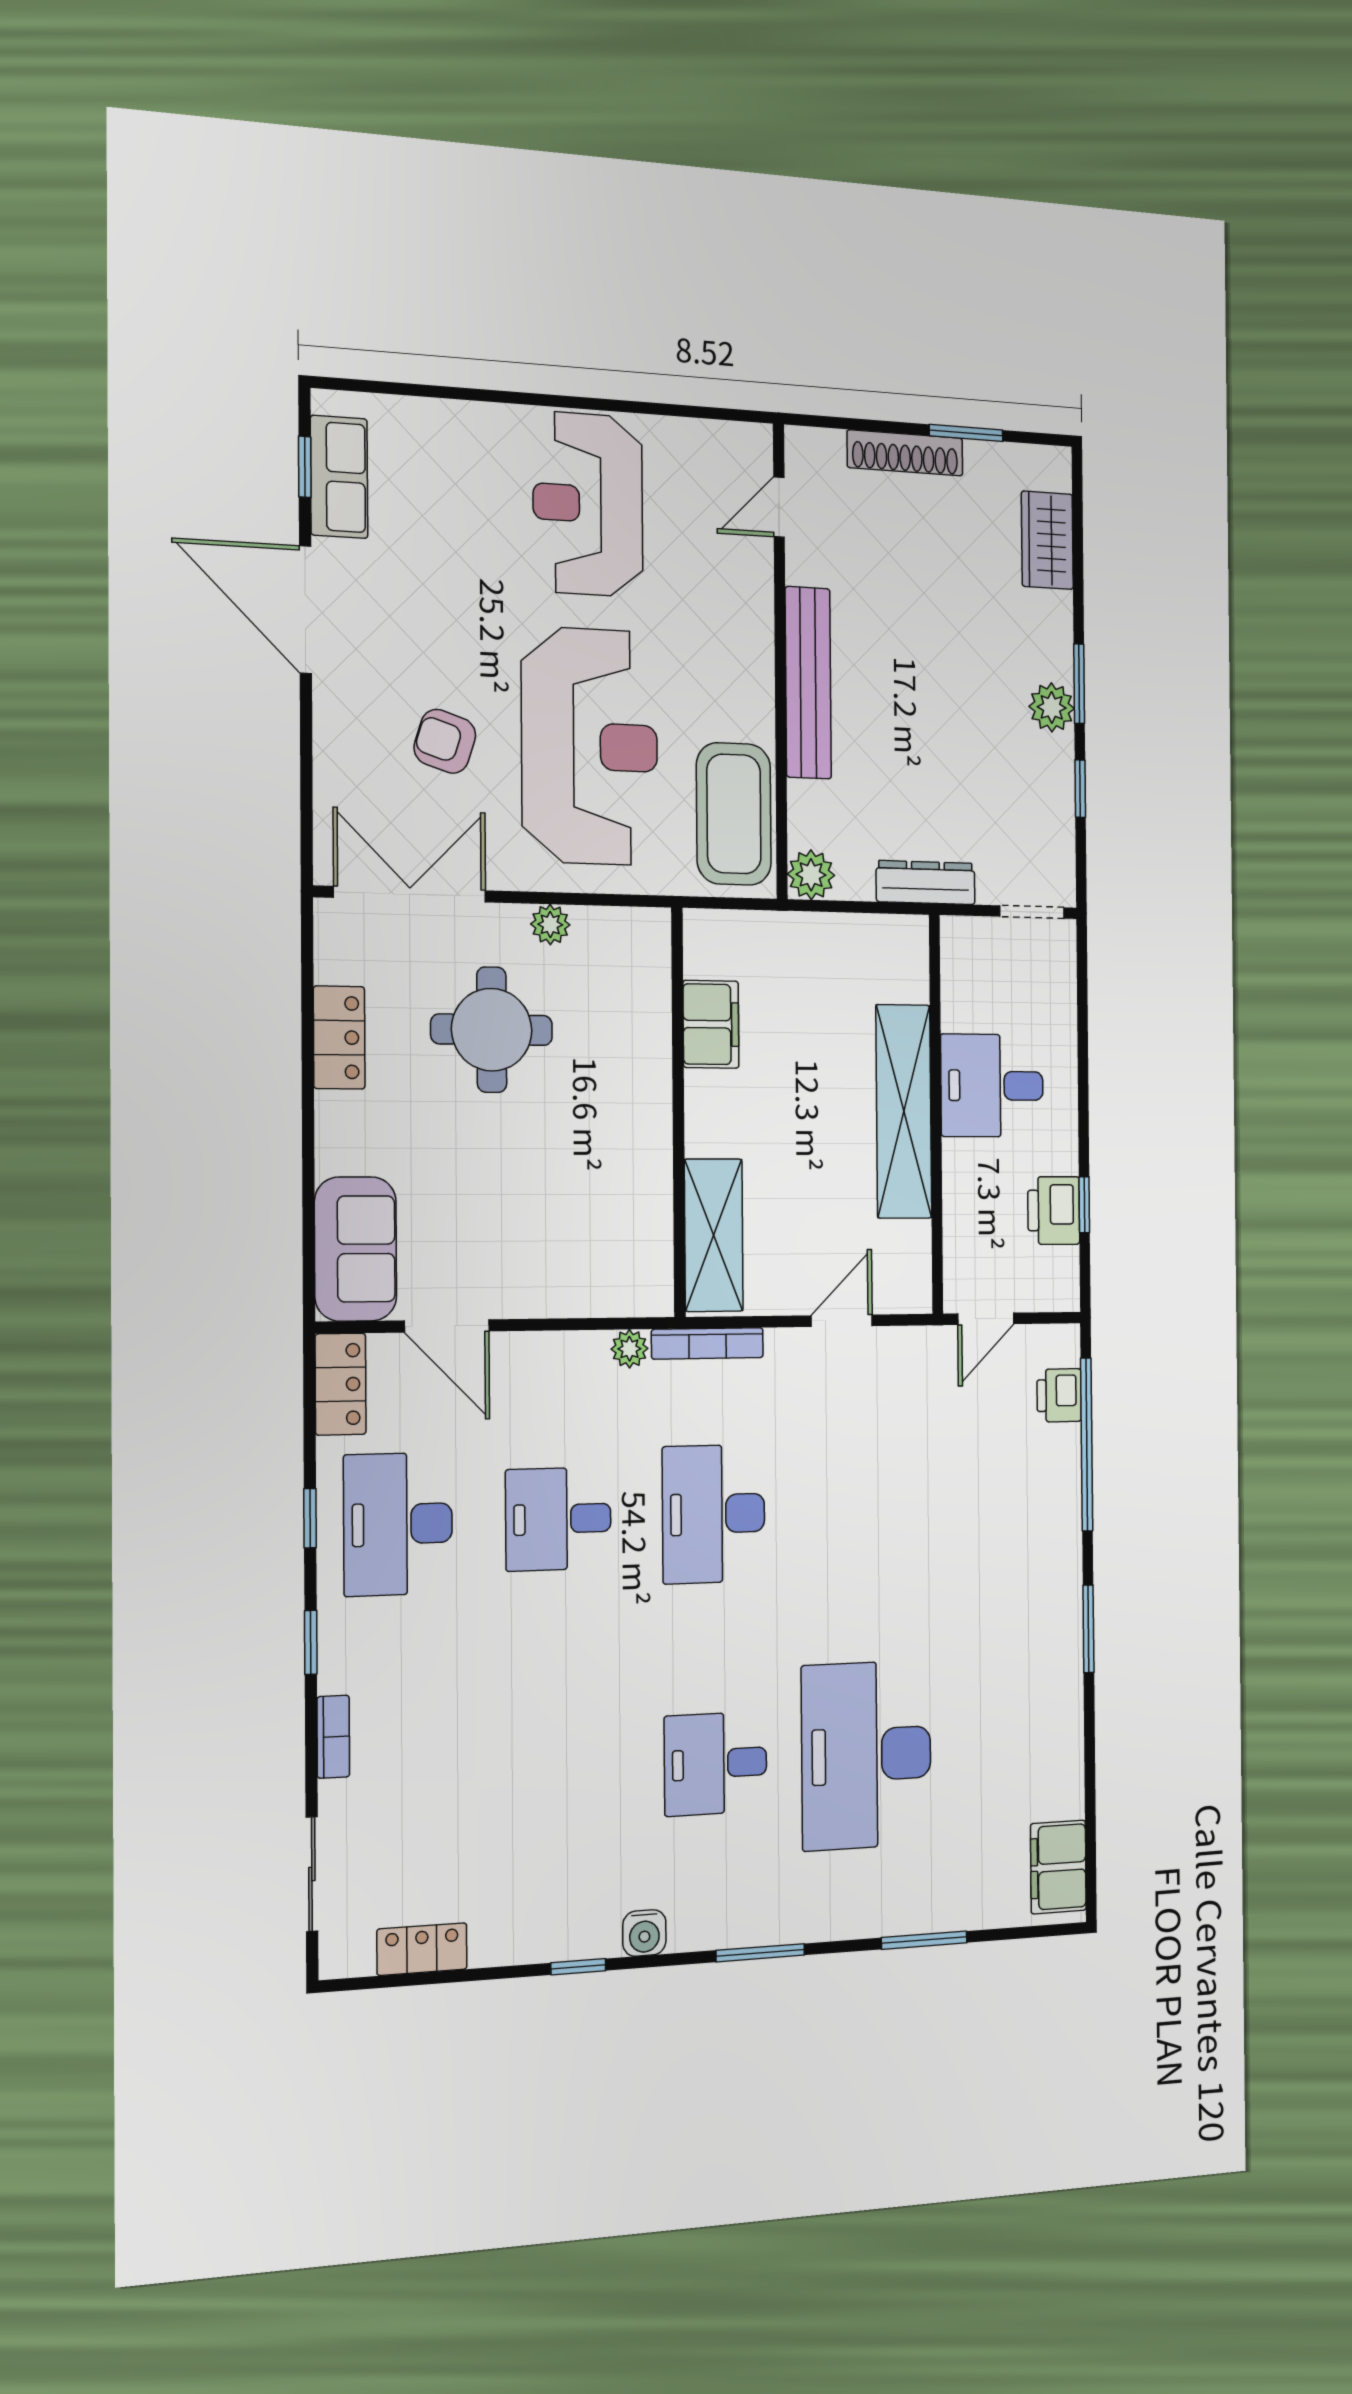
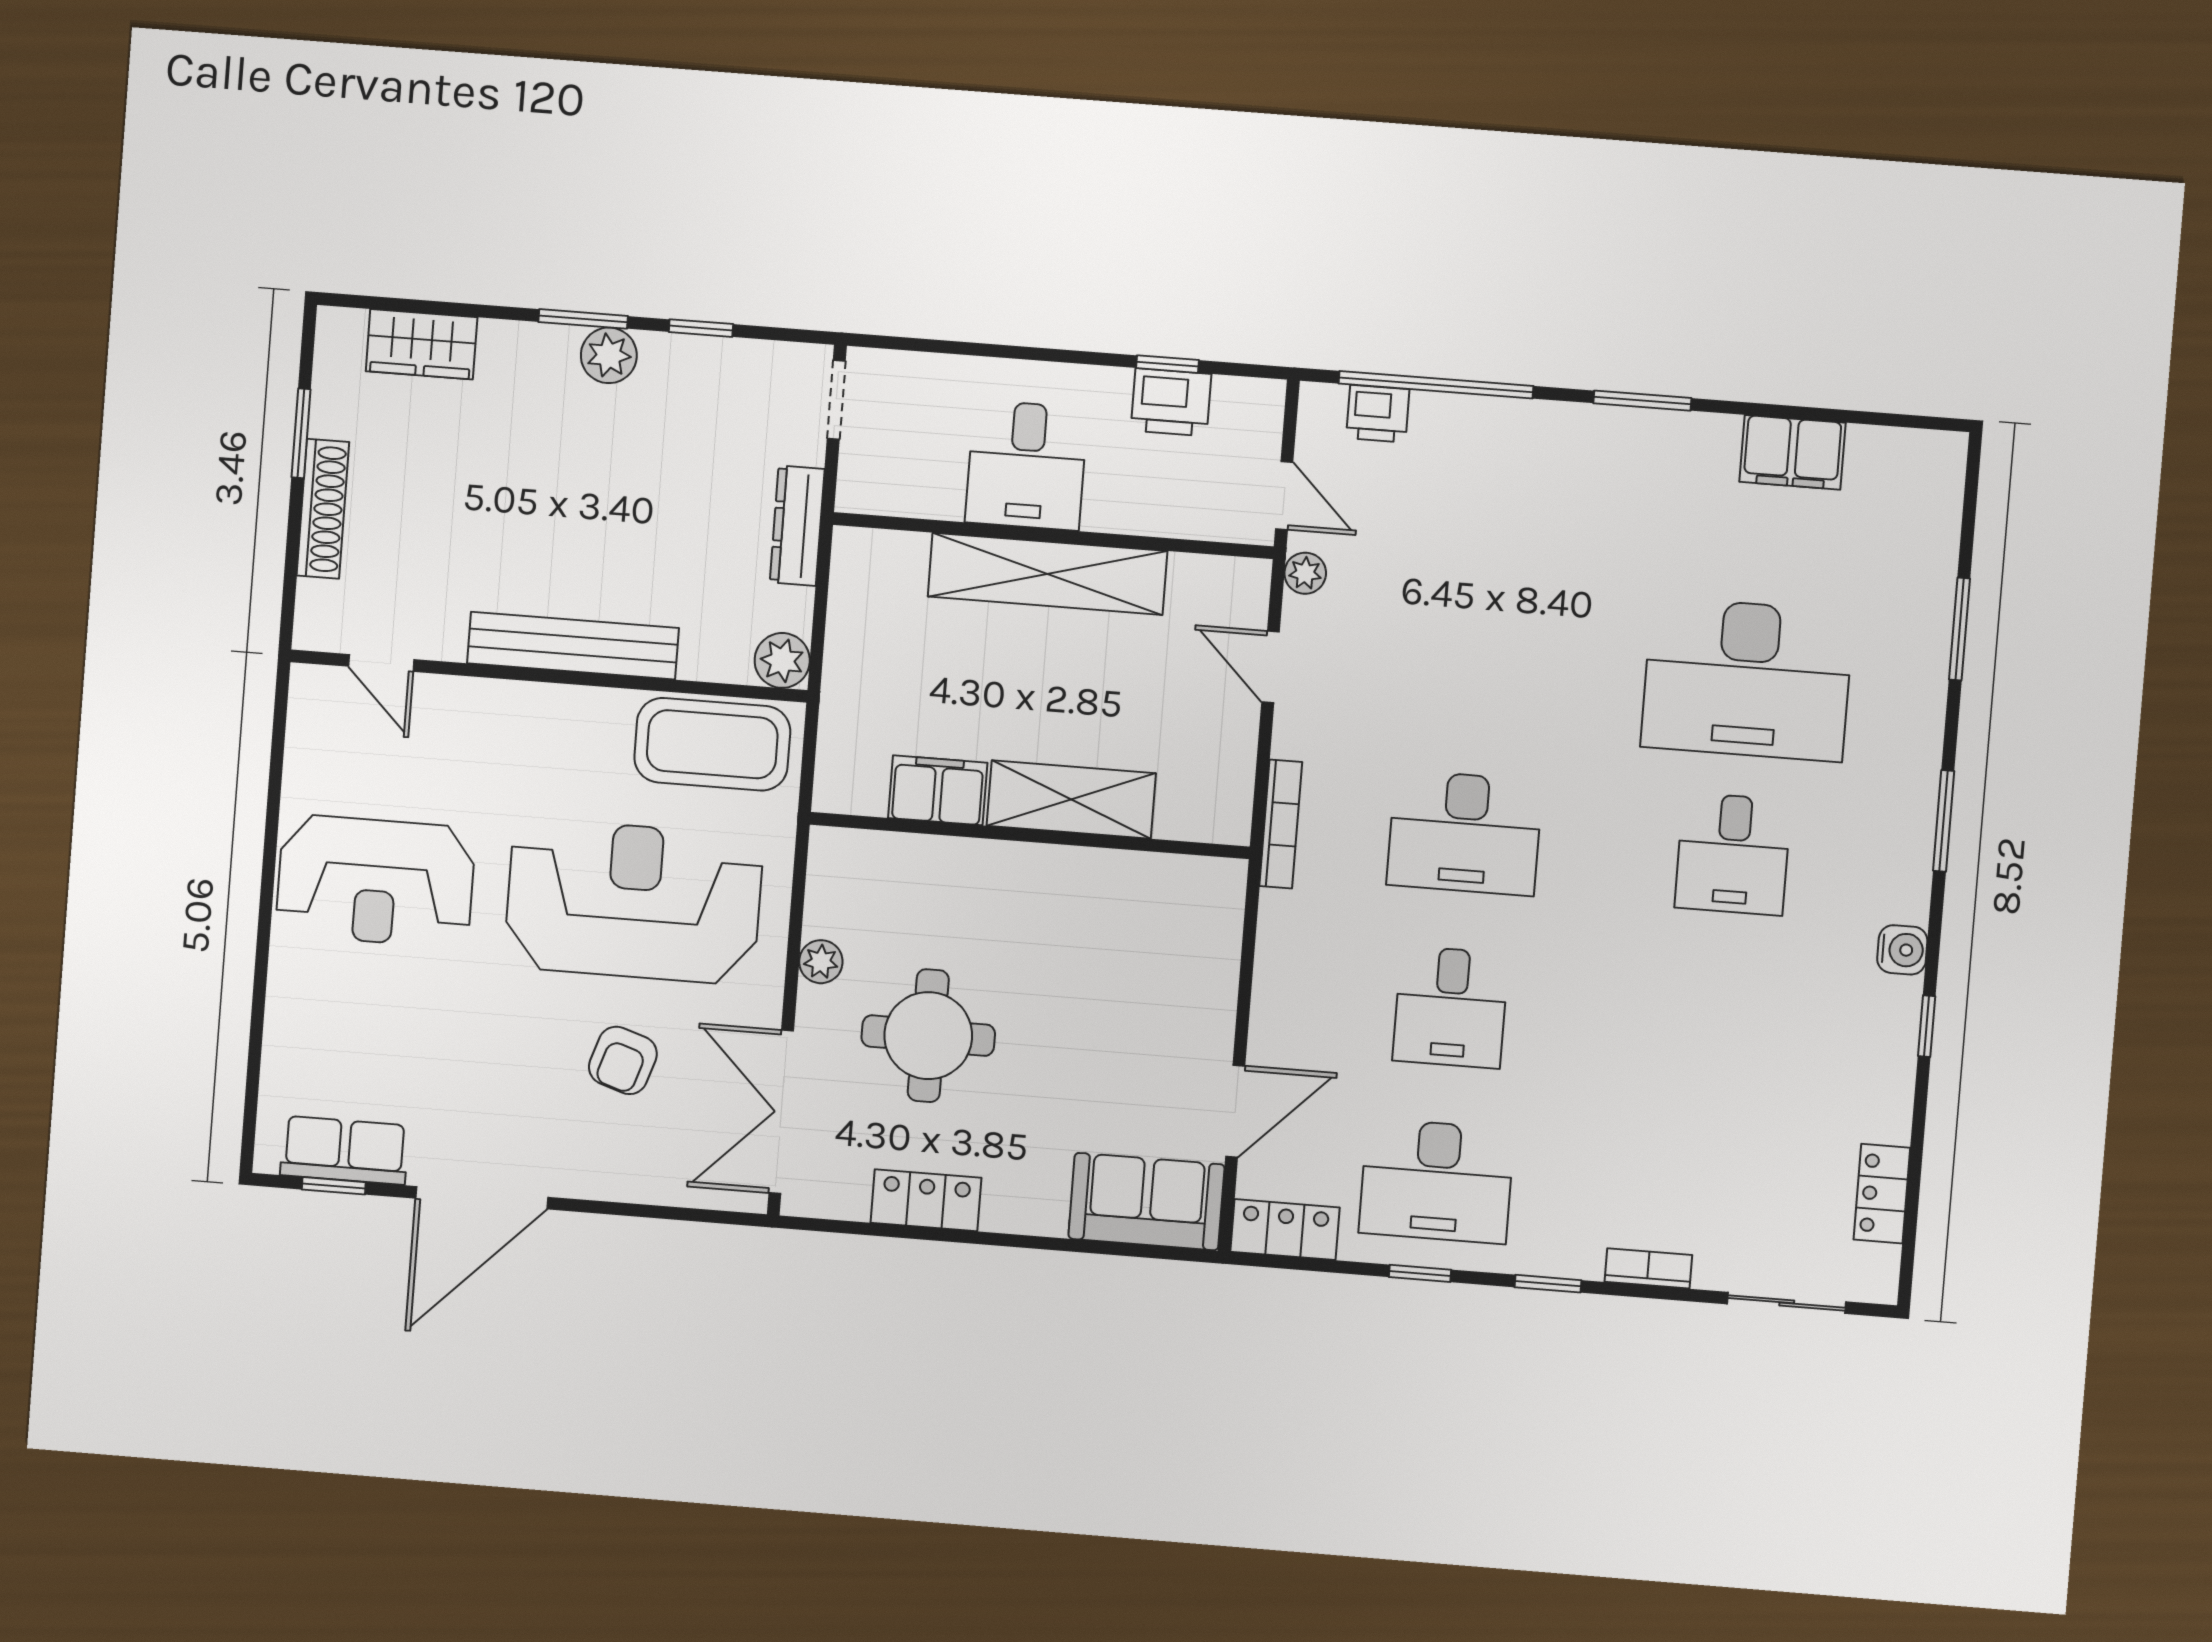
shelving: (714, 1235) -> (1071, 799), moved
plant: (629, 1349) -> (1305, 573), moved
filing cabinet: (1058, 1867) -> (1792, 452), moved

